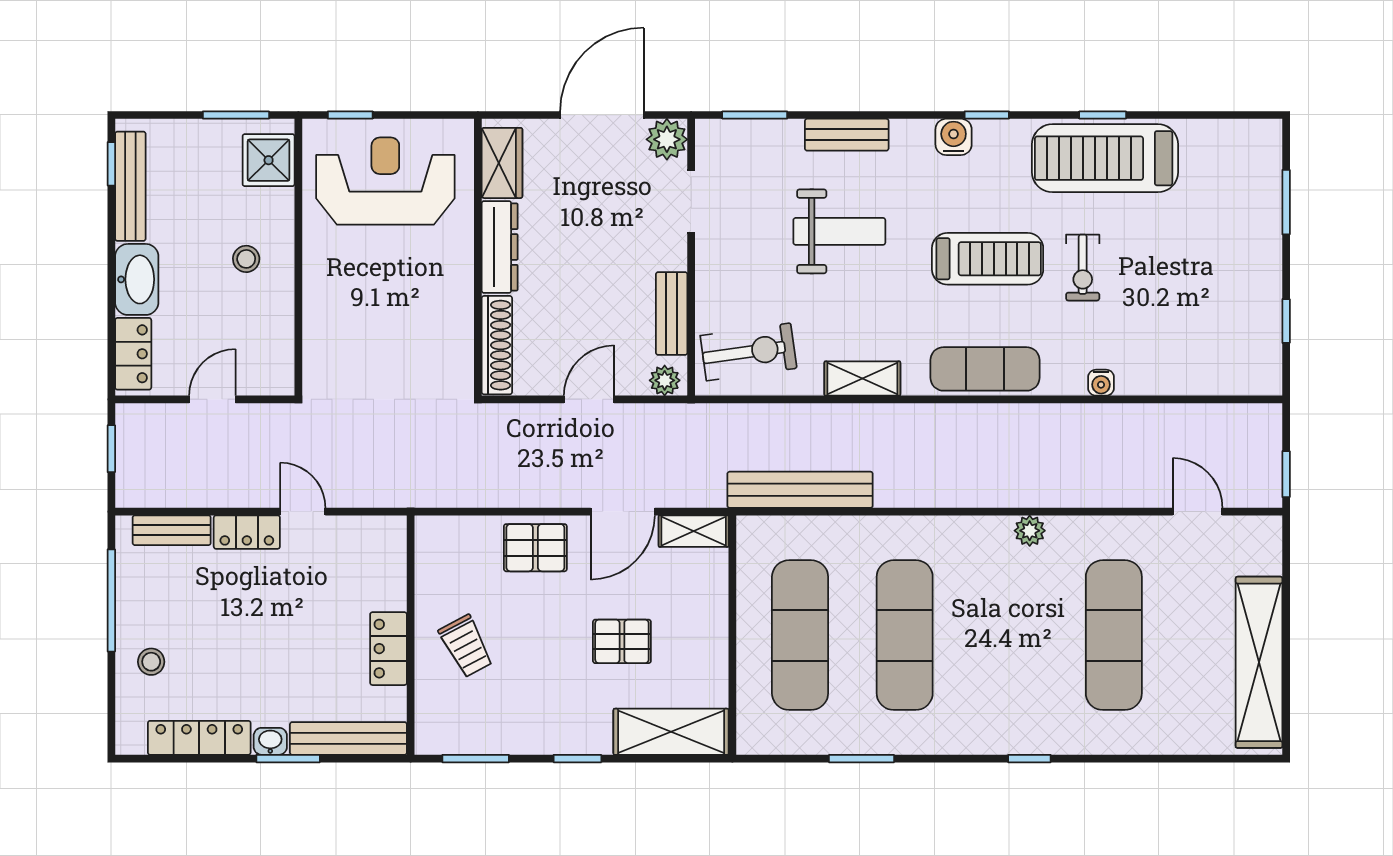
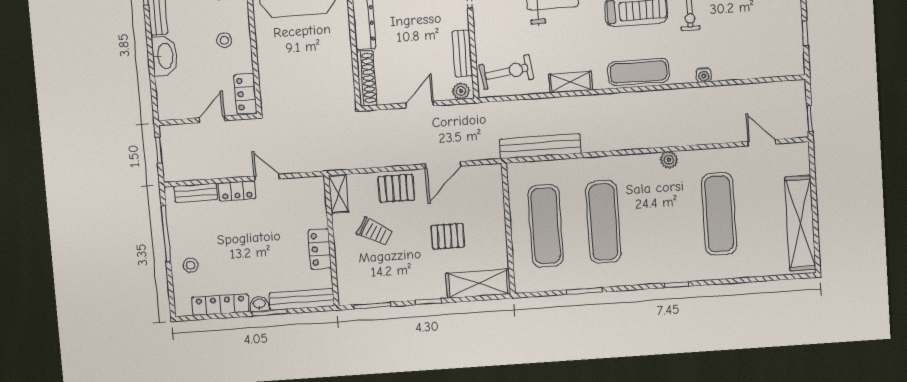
locker: (133, 354) -> (245, 94), moved, turned 180
shelving: (694, 531) -> (338, 194), moved, turned 90
trolley: (466, 646) -> (374, 232), moved, turned -33

